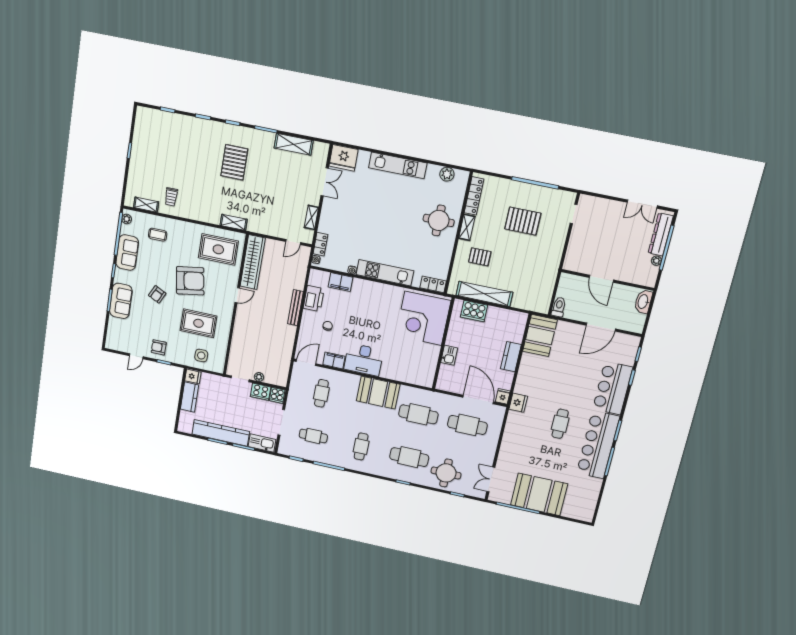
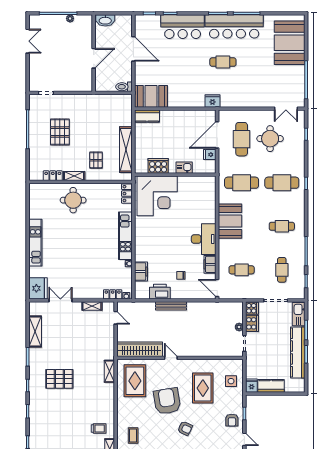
plant: (447, 174) -> (35, 201), removed
locker: (474, 196) -> (53, 176), width x0.66
dresser: (661, 234) -> (48, 21), removed
cooker: (474, 311) -> (158, 166), moved, turned -90
kitchen counter: (511, 357) -> (147, 116), moved
fridge: (503, 396) -> (210, 155), moved
cafe table: (418, 414) -> (242, 183), turned 90
cafe table: (409, 457) -> (282, 183), turned 90
round table: (446, 473) -> (270, 139), moved
booth: (539, 494) -> (290, 43), moved

